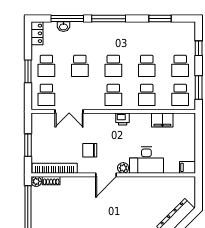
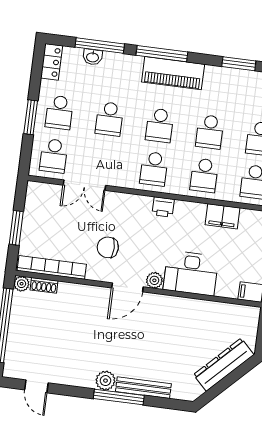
piano: (118, 30) -> (173, 73), added

